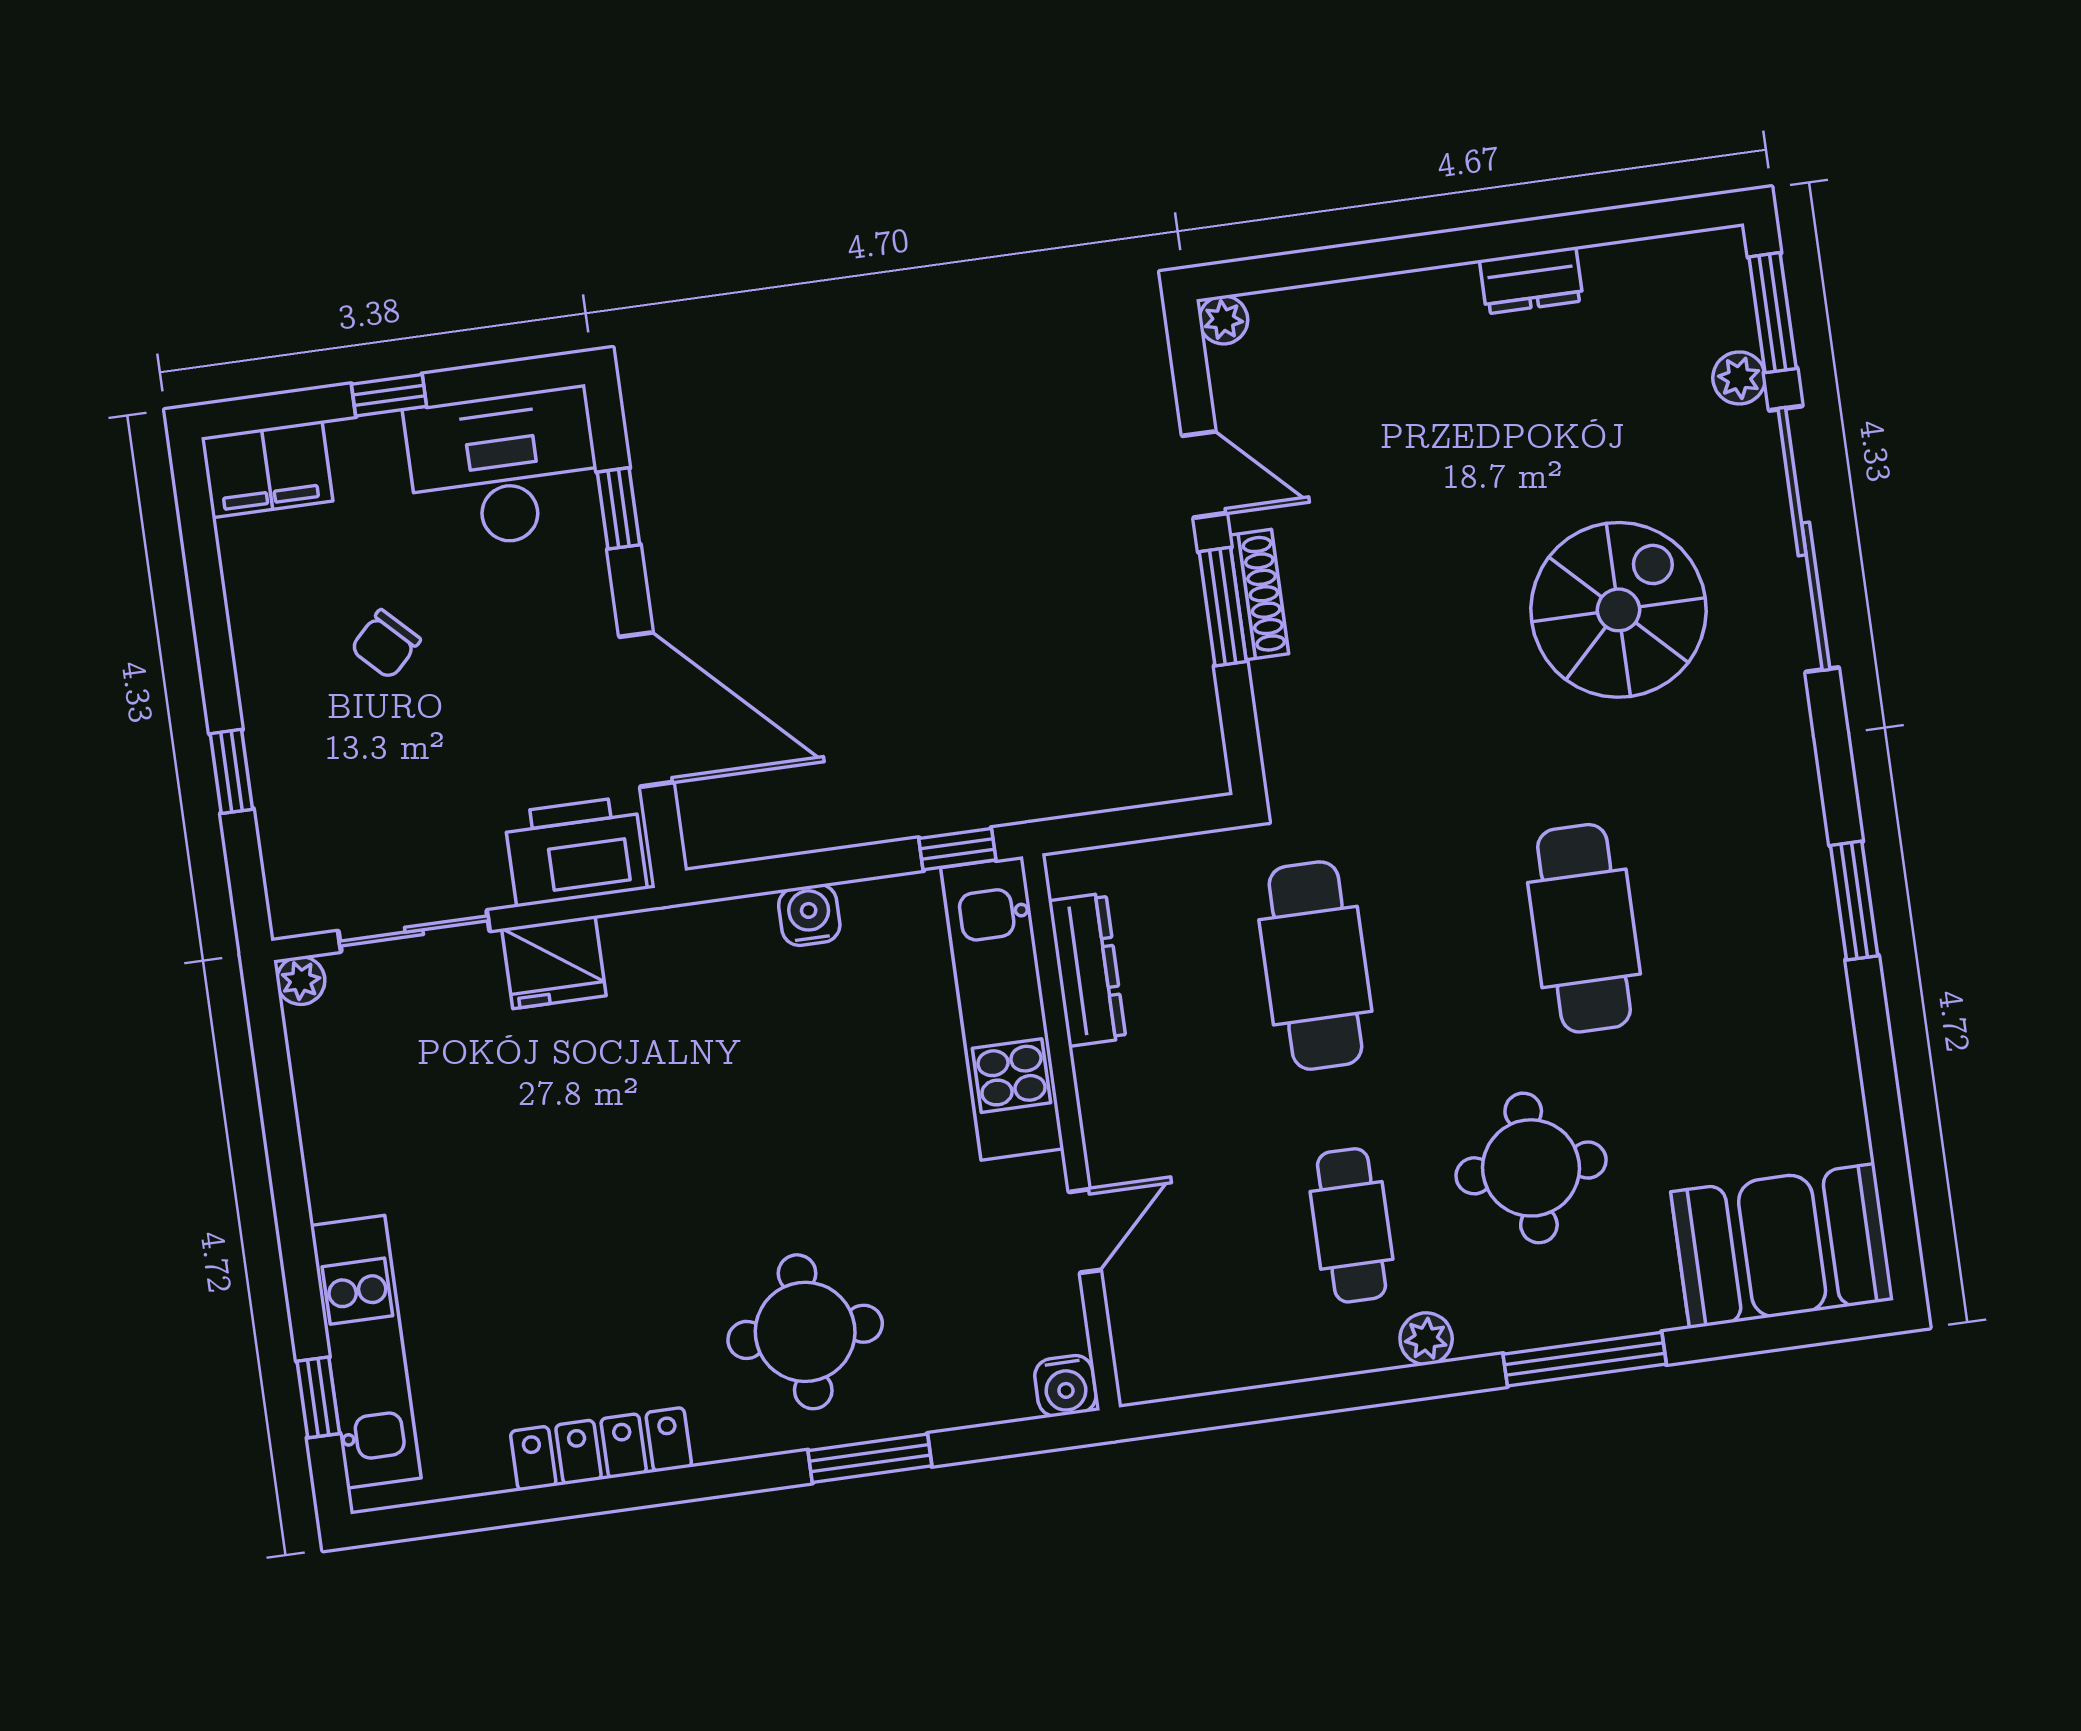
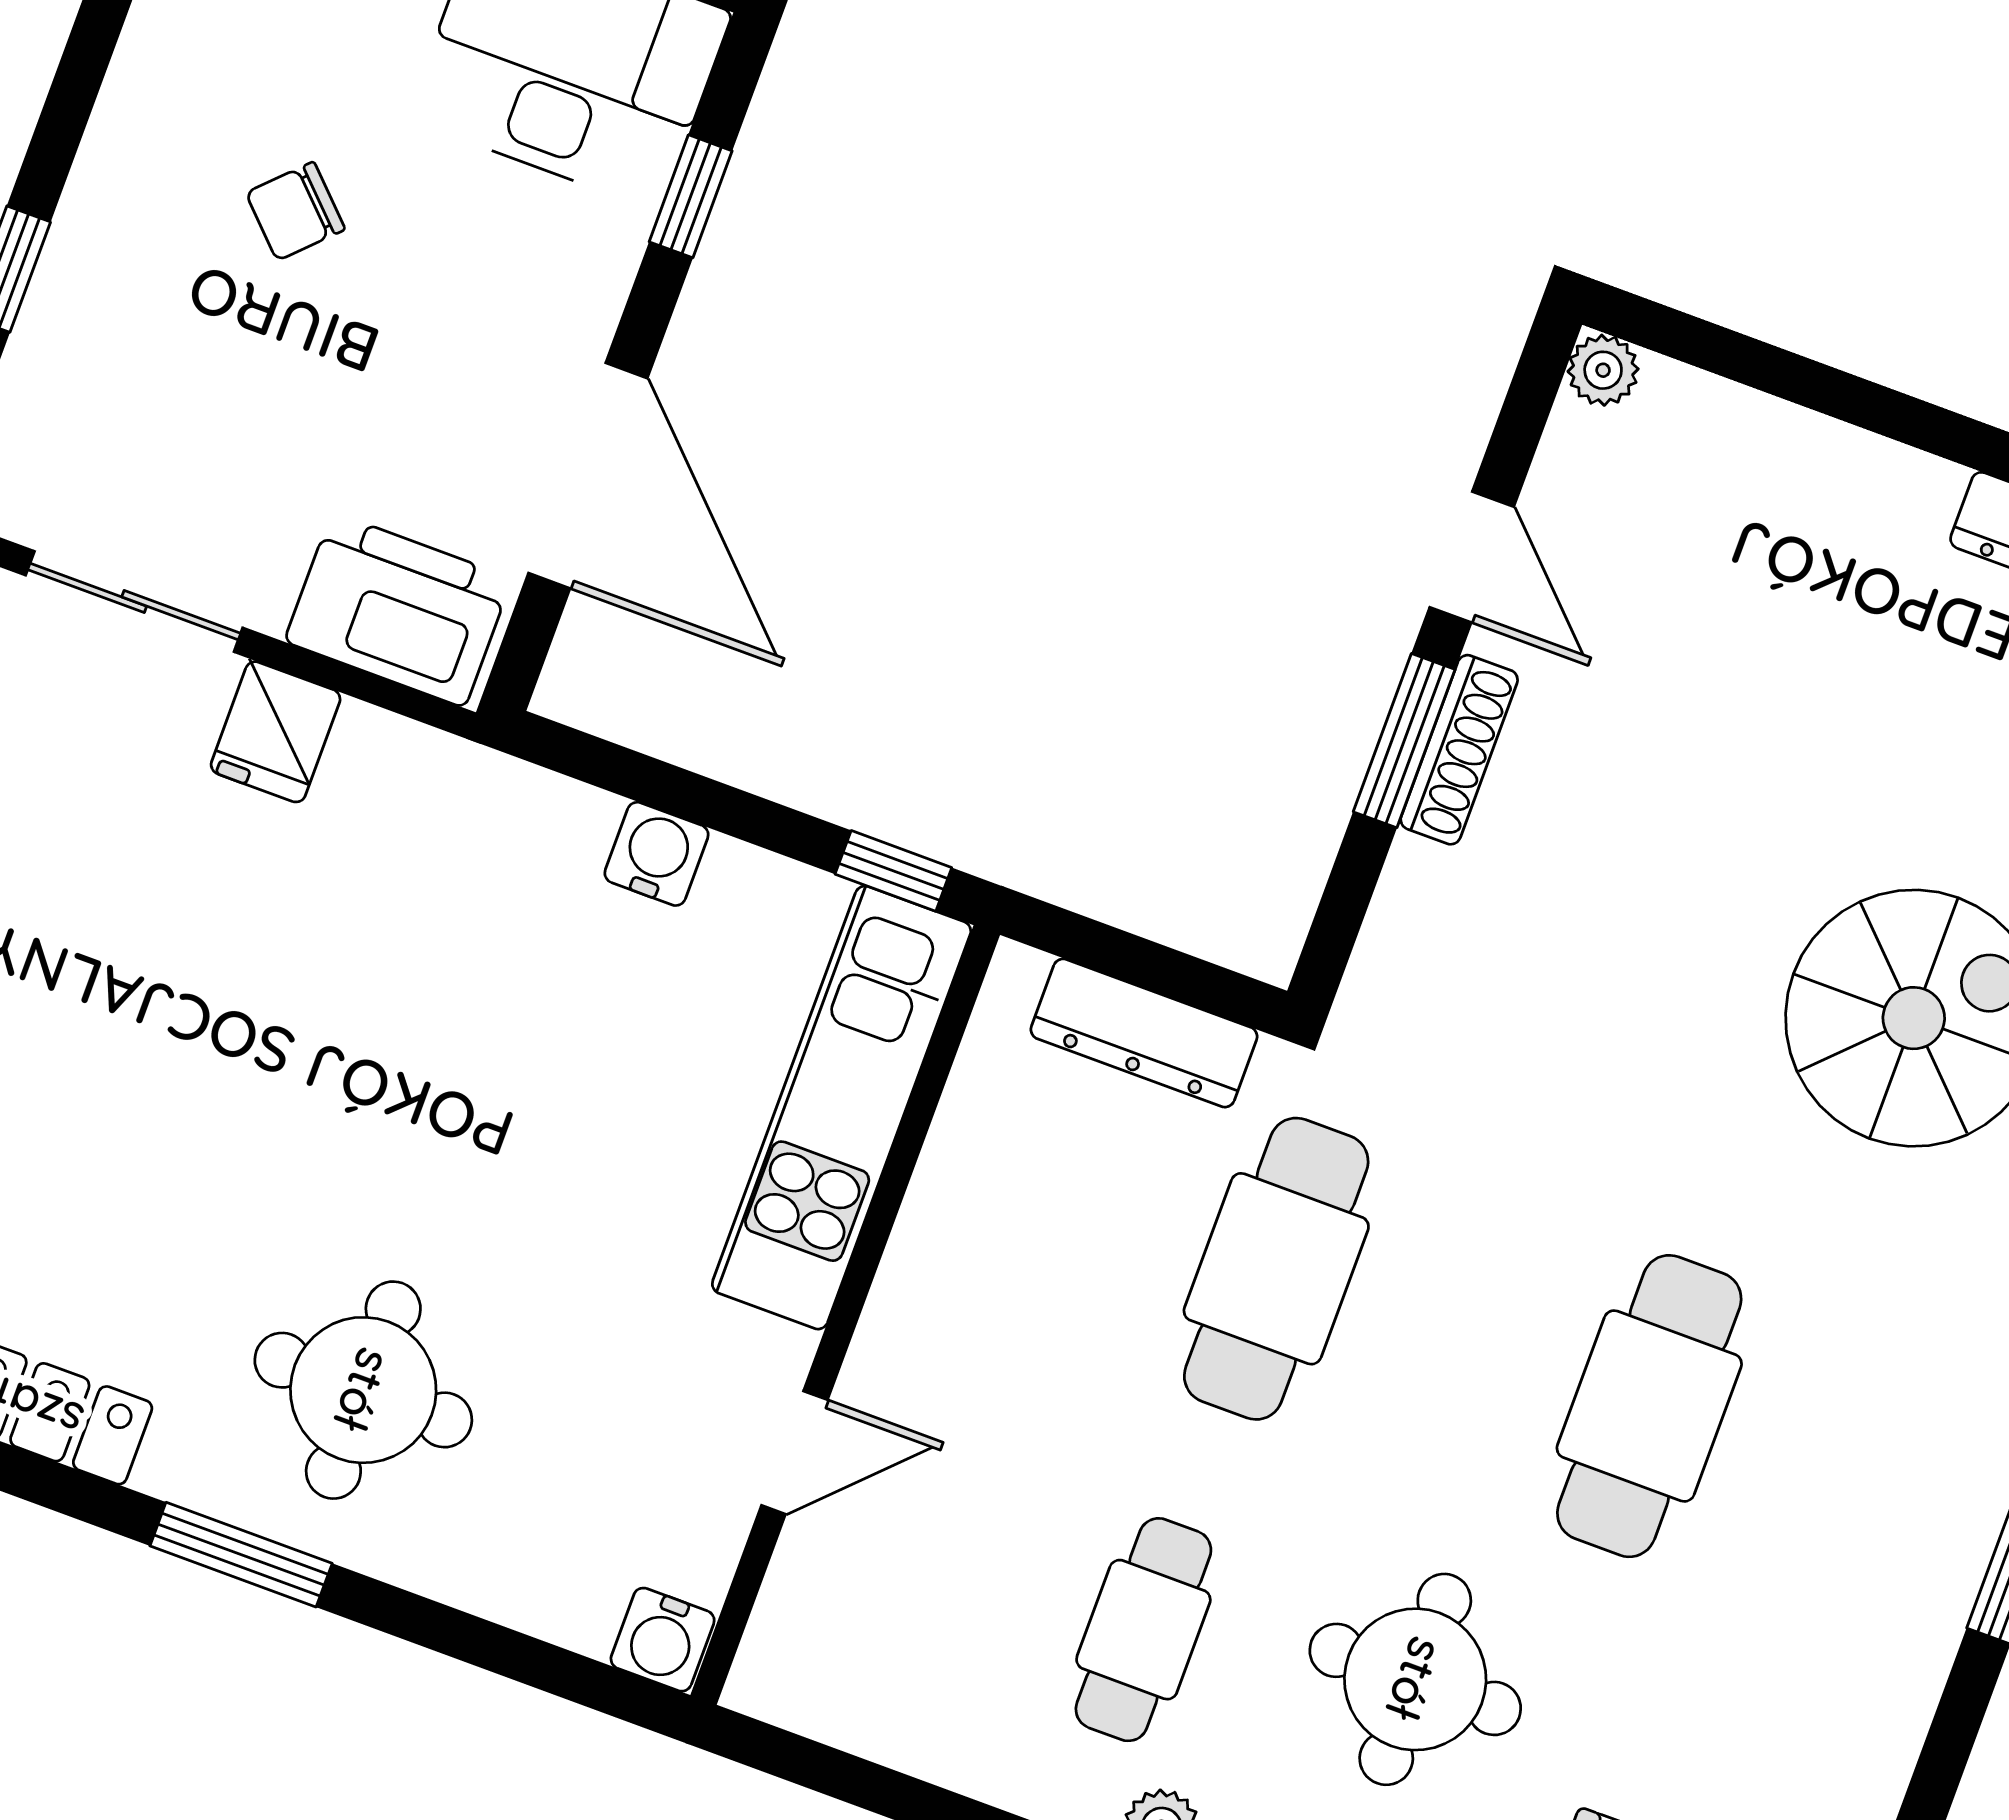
fridge: (554, 962) -> (276, 732), width x0.72
dresser: (1087, 970) -> (1144, 1033), moved, turned 90
window: (870, 1458) -> (241, 1555), moved

